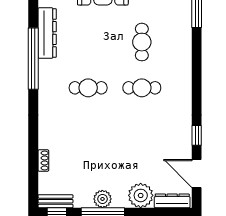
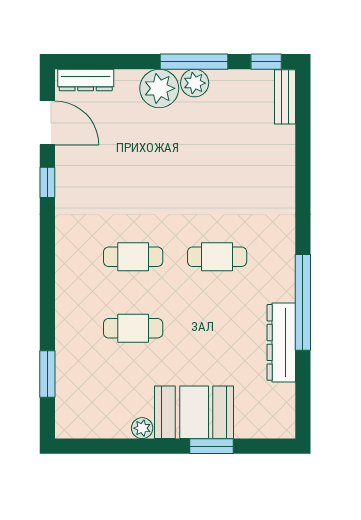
cafe table: (142, 42) -> (133, 328), turned 90
shoe rack: (43, 160) -> (287, 143), removed
plant: (141, 195) -> (159, 88), moved
bench: (55, 201) -> (285, 97), moved, turned 90

